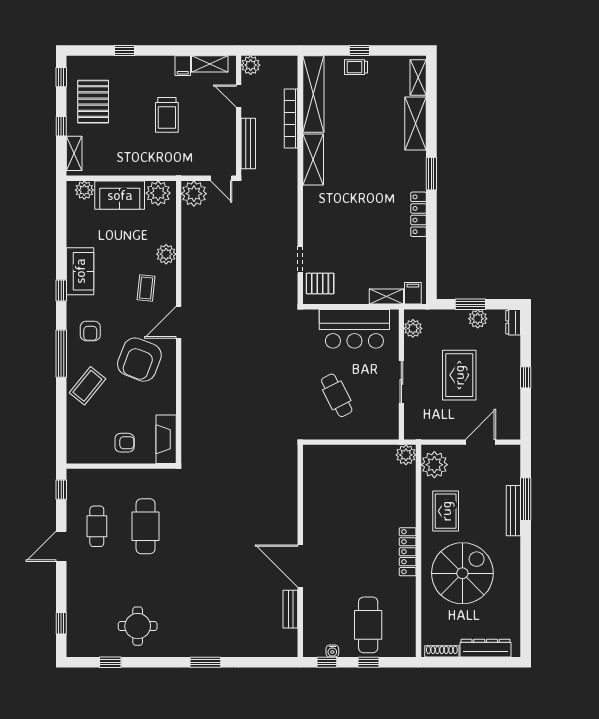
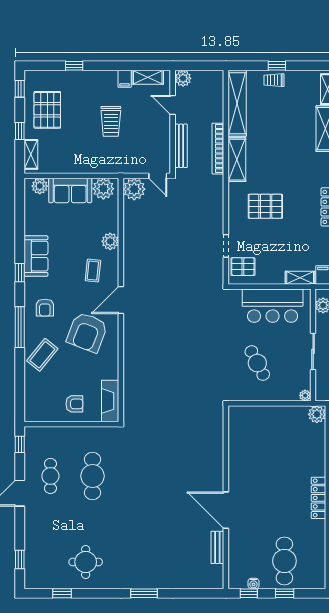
bookcase: (291, 118) -> (218, 149), moved
pallet: (346, 213) -> (265, 206), added
plant: (392, 433) -> (305, 395), added

